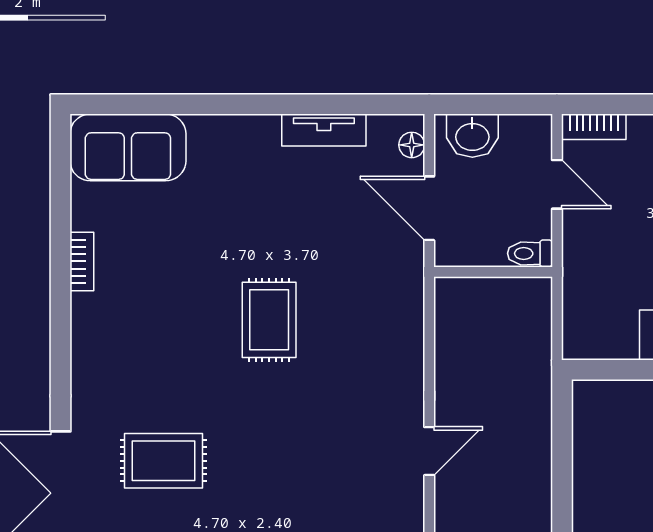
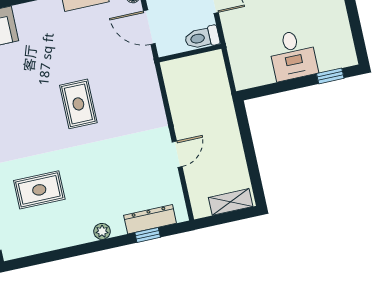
toilet: (530, 253) -> (202, 38), width x1.37, depth x1.39

